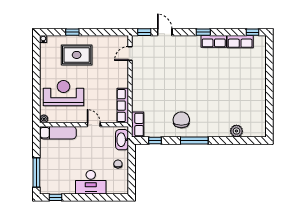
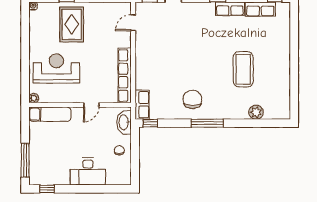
rug: (77, 55) -> (72, 24), turned 90
coffee table: (225, 94) -> (243, 69), added
row of seats: (123, 106) -> (125, 76), width x1.36
door: (94, 125) -> (91, 105), swing flipped
window: (155, 140) -> (150, 123), moved

